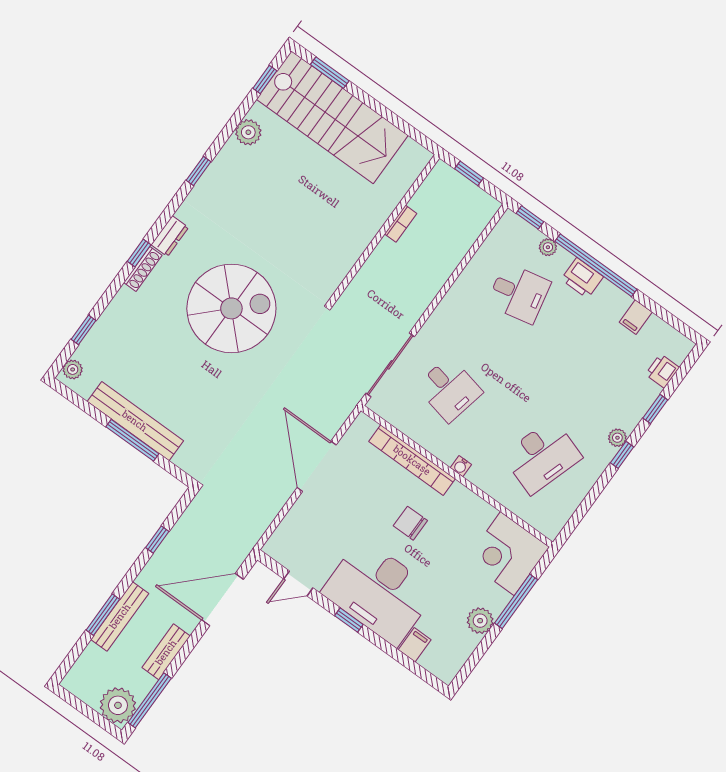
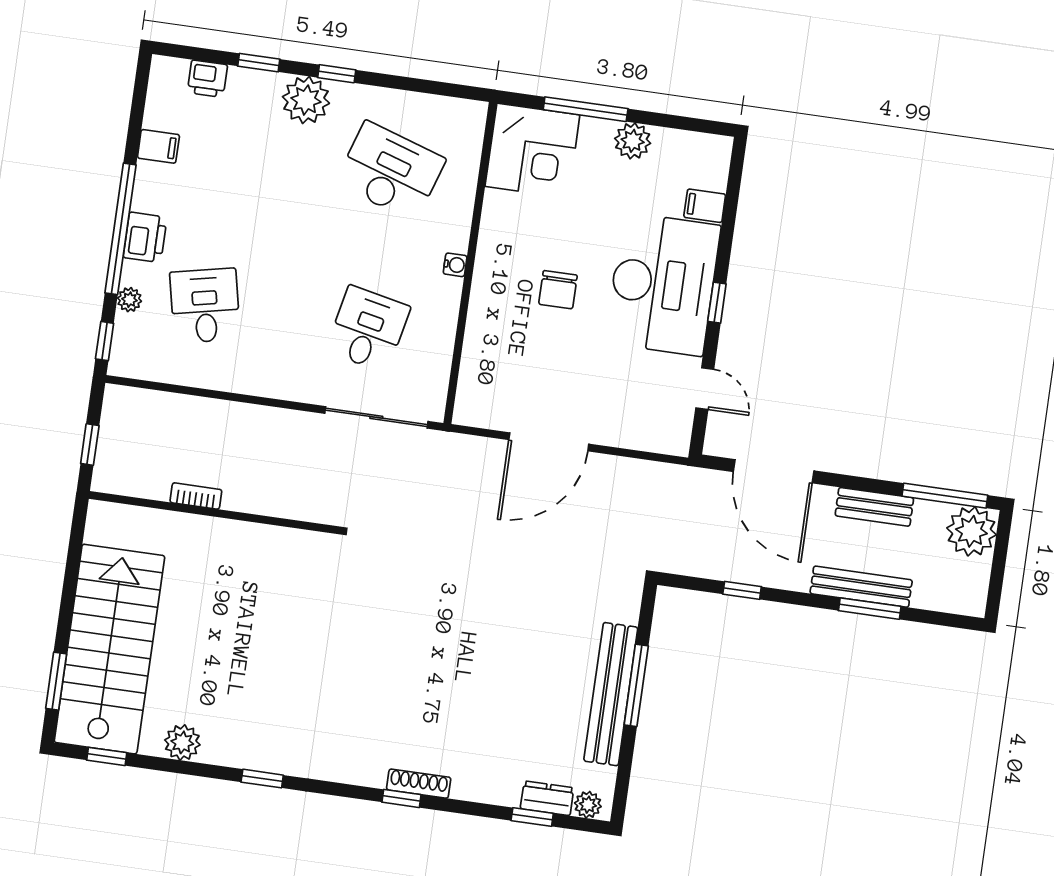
dresser: (170, 236) -> (547, 798), moved
spiral stairs: (231, 308) -> (410, 649), removed
plant: (617, 438) -> (306, 100), width x1.88, depth x1.88
bookcase: (412, 460) -> (479, 329), removed

